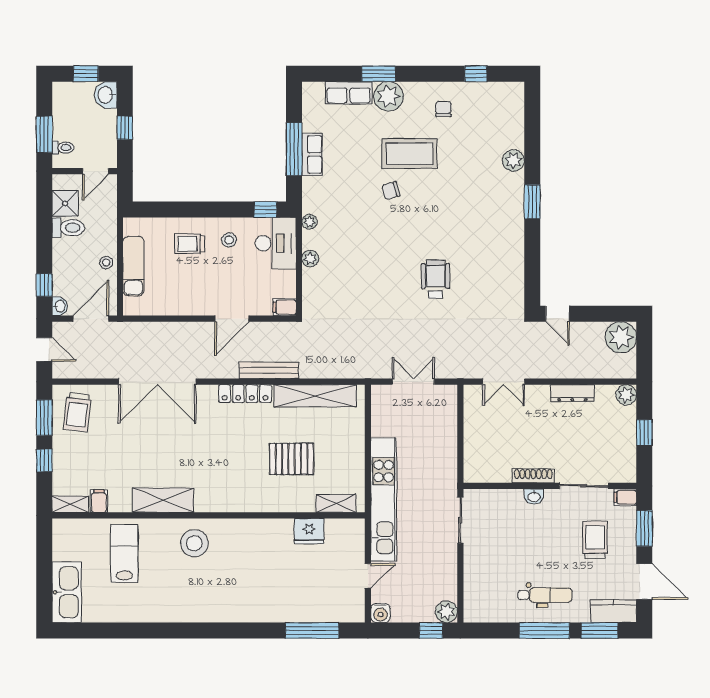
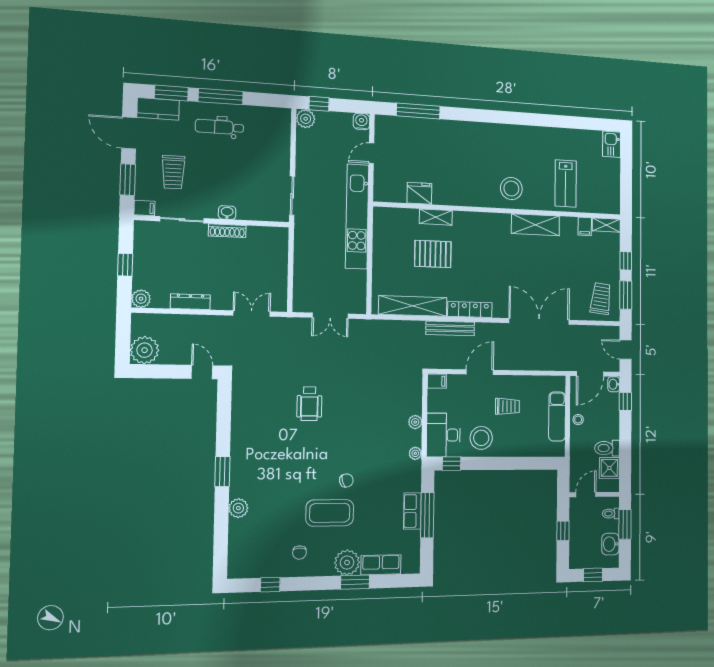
washbasin: (106, 95) -> (610, 544), moved, turned 180
stool: (229, 240) -> (481, 438), width x1.89, depth x1.89
trolley: (189, 244) -> (507, 406), moved
shelving: (336, 504) -> (436, 217), moved
kitchen sink: (67, 592) -> (612, 144), width x0.53, depth x0.81

